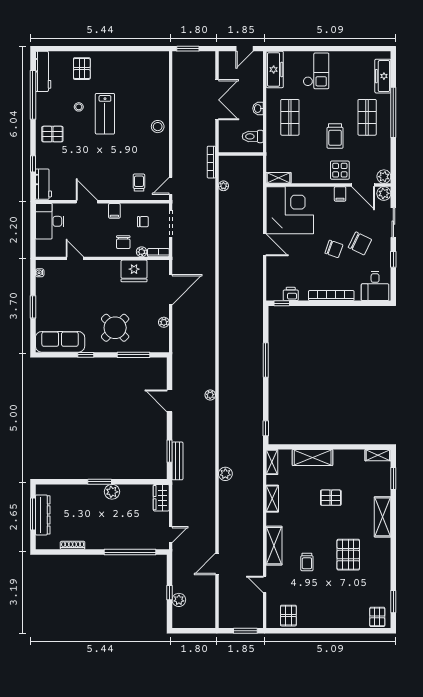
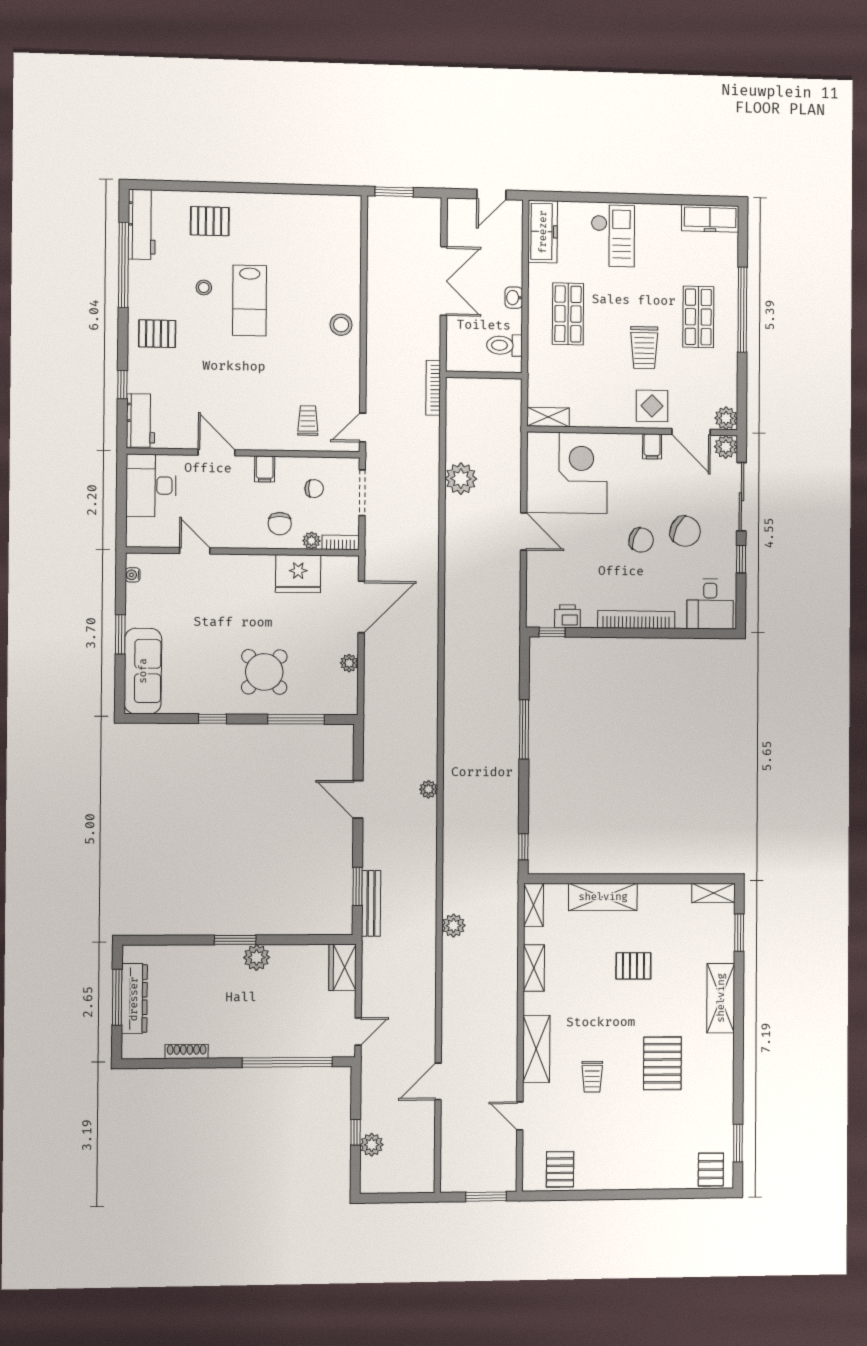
pallet: (82, 69) -> (210, 221), turned 90
freezer: (383, 76) -> (710, 218), moved, turned -90
plant: (223, 186) -> (461, 479), moved, width x1.88, depth x1.88
sliding door: (393, 223) -> (741, 497), width x1.37
sofa: (60, 342) -> (143, 671), moved, turned 90

